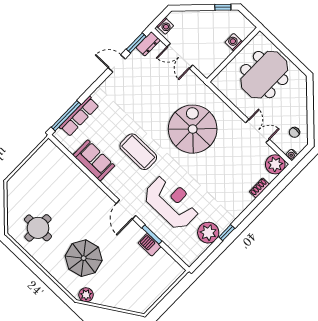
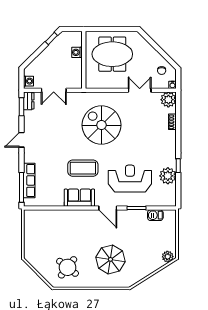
door: (117, 63) -> (21, 140), moved
meeting table: (264, 75) -> (112, 54), turned 90
sofa: (94, 160) -> (79, 198), moved
round table: (38, 228) -> (68, 267), turned 38
barbecue: (150, 245) -> (155, 215), moved
plant: (86, 295) -> (168, 257), moved

